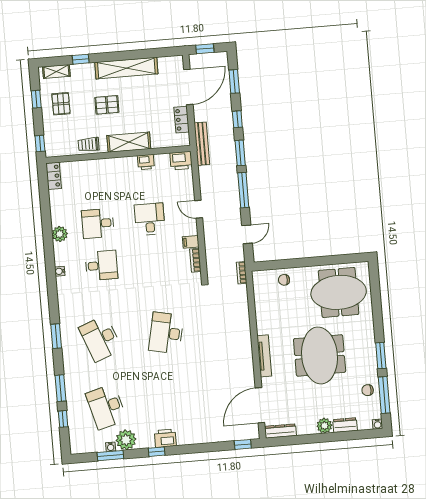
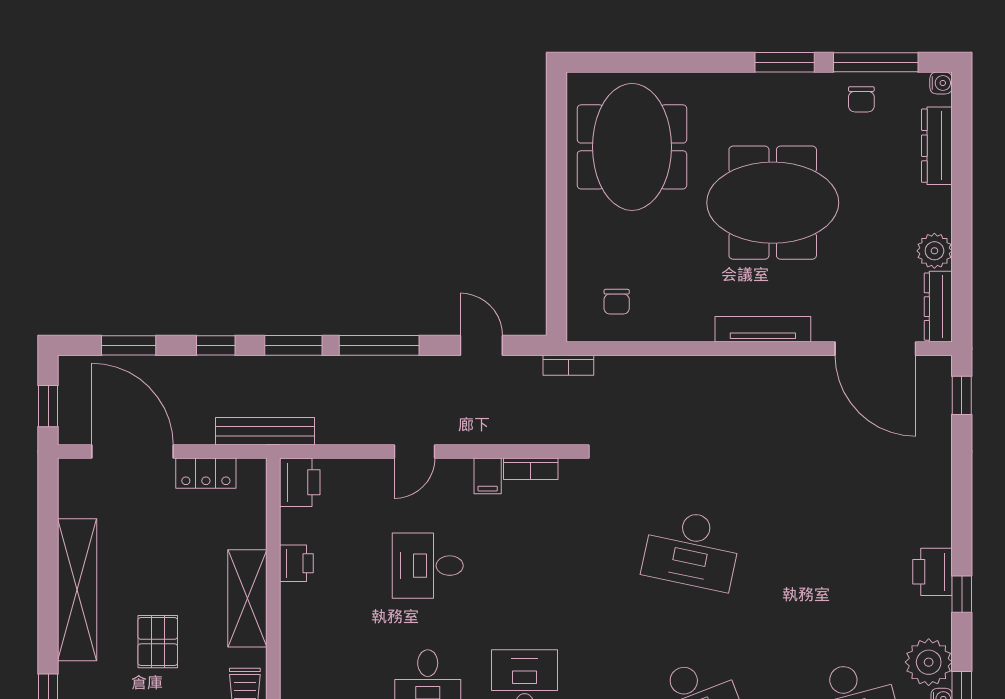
chair: (284, 280) -> (617, 302), moved
dresser: (345, 425) -> (937, 146), width x1.44
plant: (324, 426) -> (934, 251), moved

